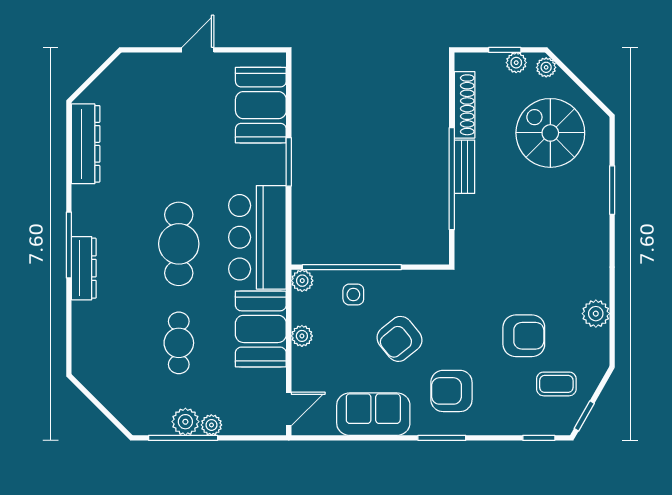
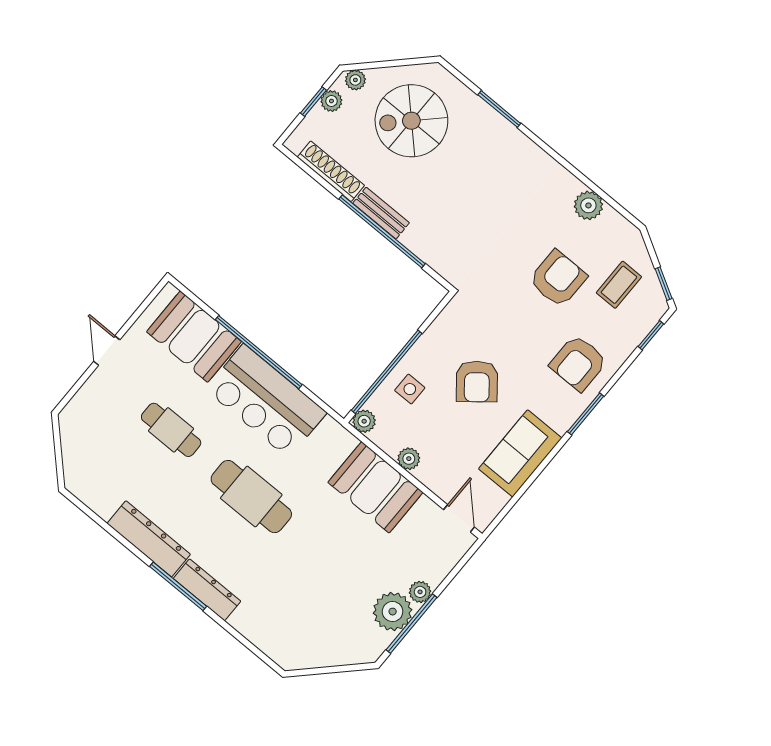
dresser: (86, 144) -> (149, 539), moved
window: (289, 162) -> (259, 352), width x2.11
bar counter: (257, 237) -> (266, 401), moved
cafe table: (179, 343) -> (171, 430), moved
armchair: (451, 391) -> (578, 363), moved
plant: (185, 422) -> (393, 612), width x1.36, depth x1.36

